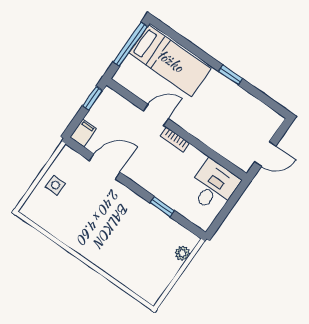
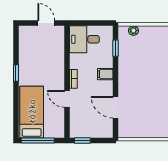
filing cabinet: (83, 133) -> (105, 74), moved
side table: (55, 185) -> (145, 127), removed
window: (162, 207) -> (116, 48), moved

